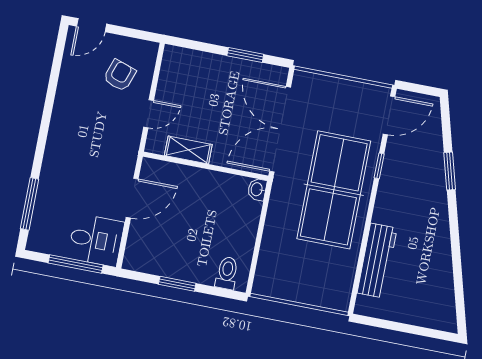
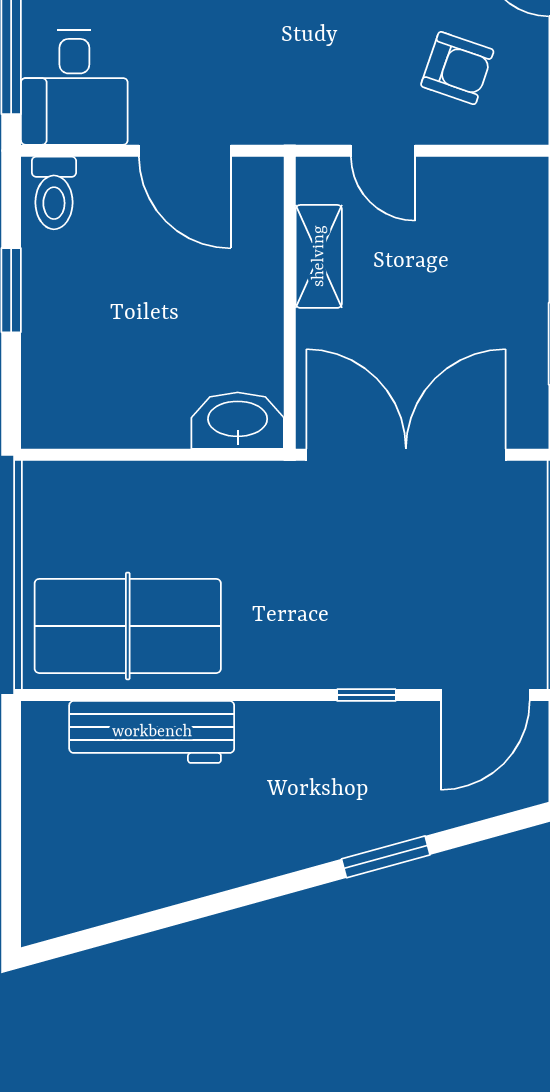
door: (389, 115) -> (485, 695), hinge flipped
washbasin: (257, 189) -> (238, 421), width x1.91, depth x1.45
table tennis table: (334, 190) -> (128, 626), moved, width x0.73, depth x0.76
toilet: (227, 273) -> (54, 193), moved, turned 90

